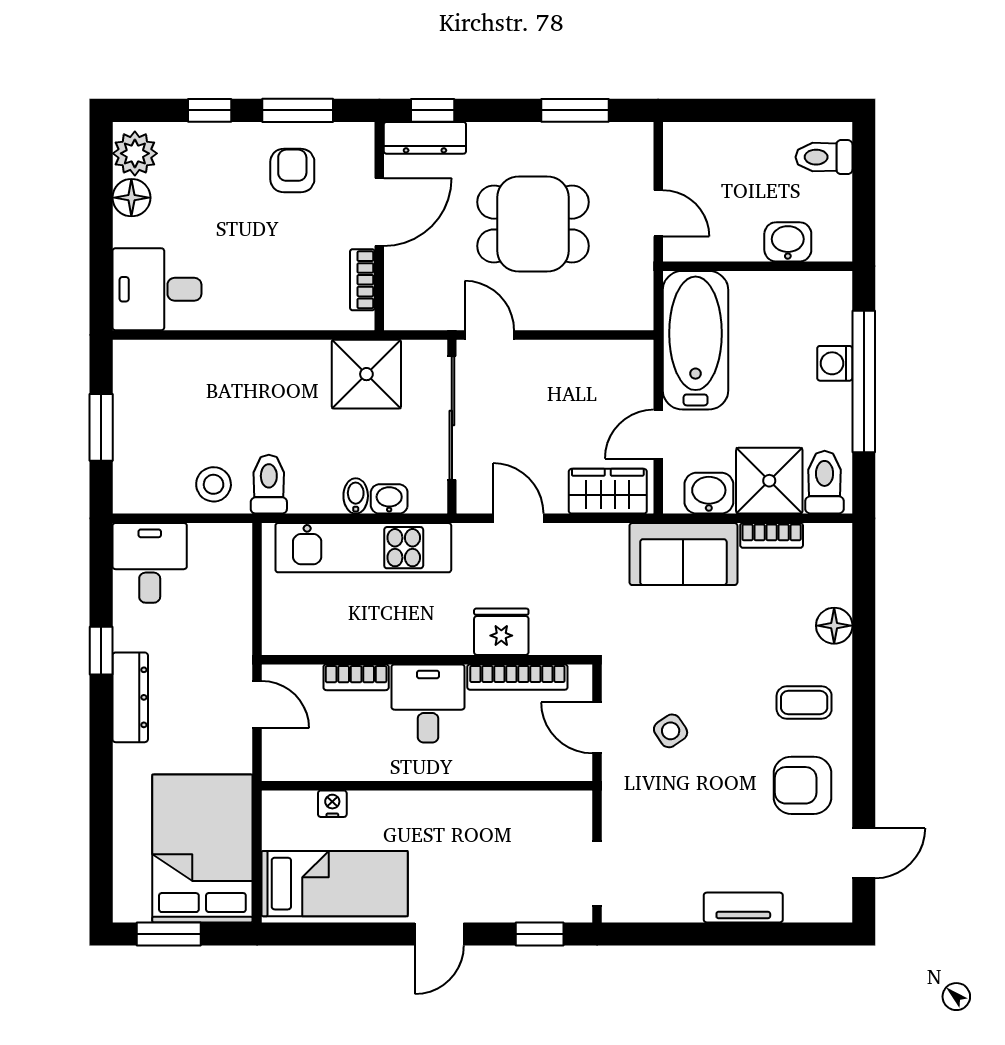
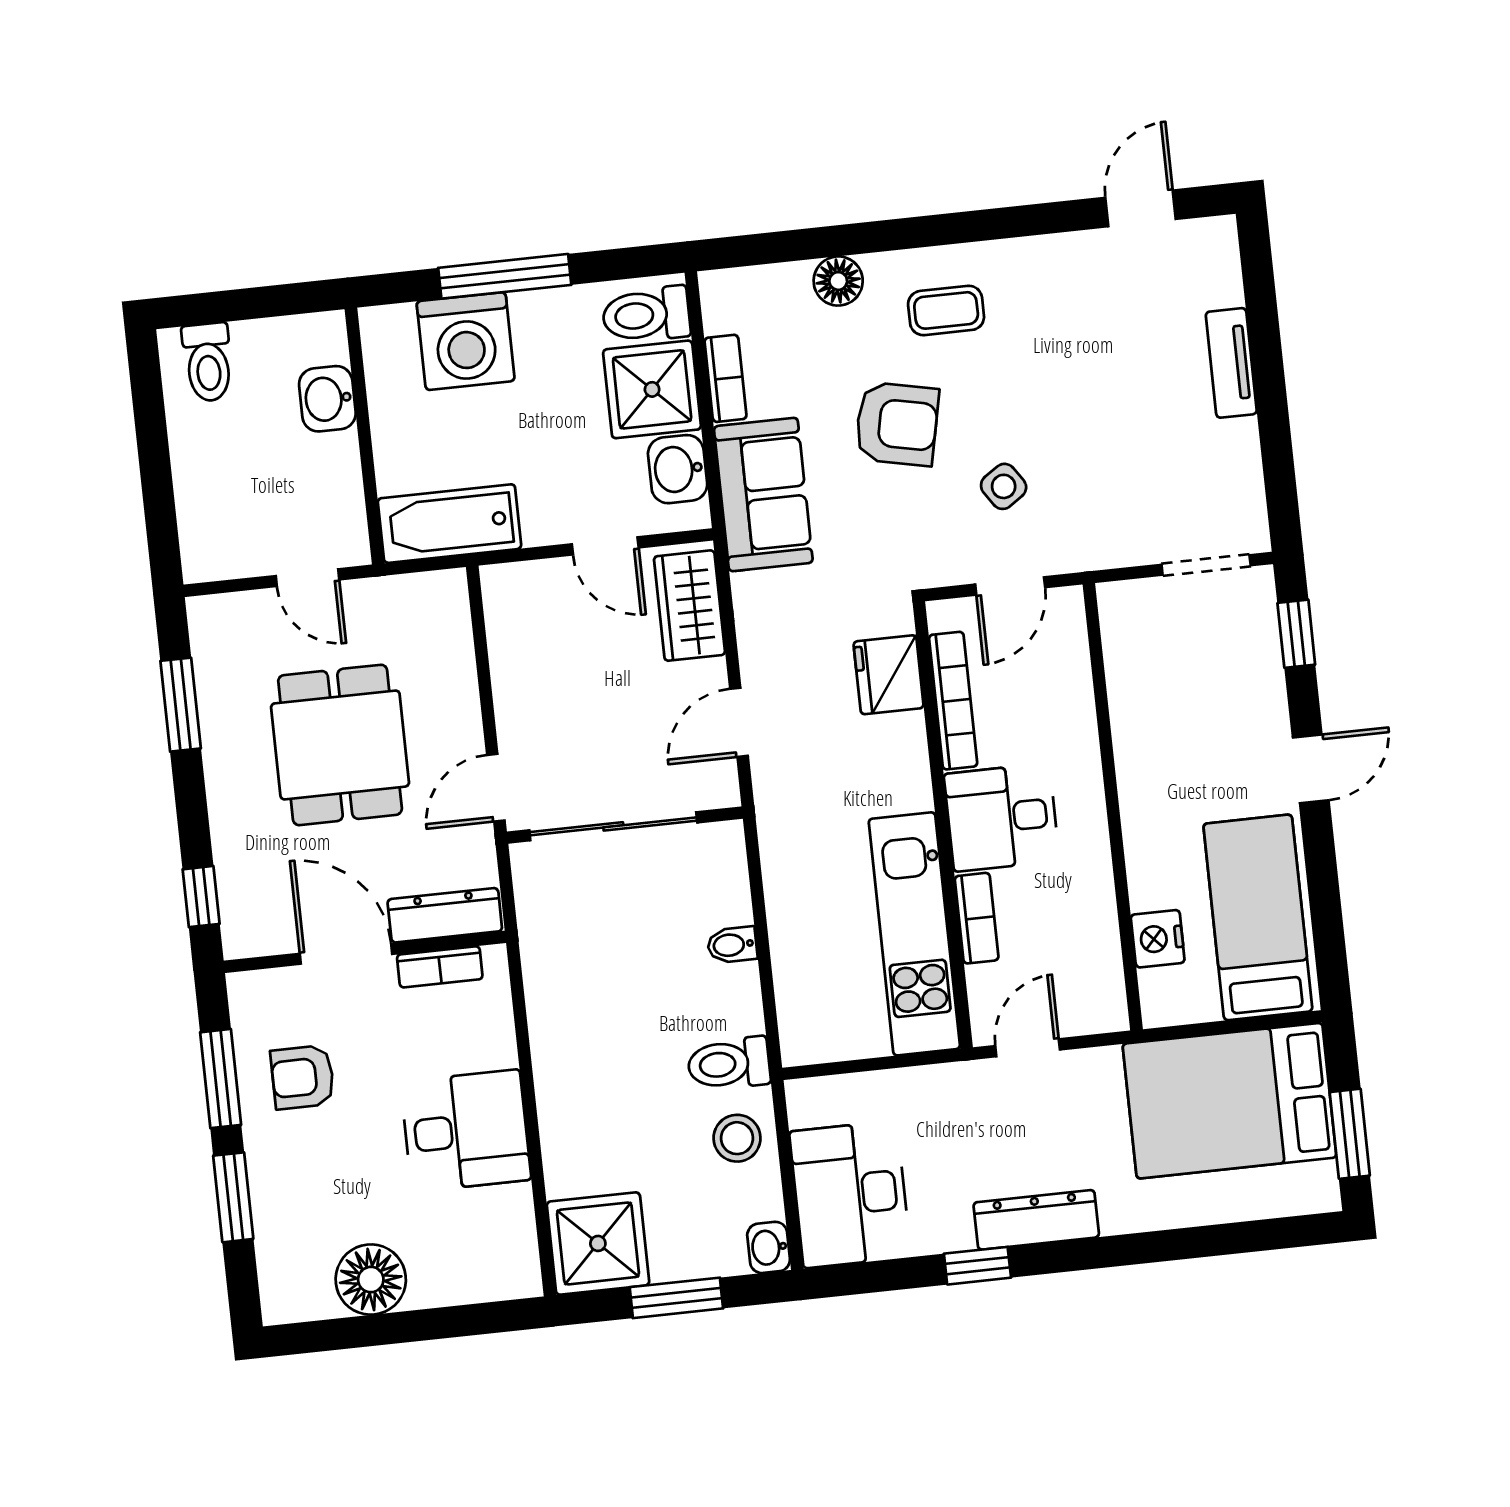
window: (210, 110) -> (233, 1197), width x1.50
dresser: (425, 138) -> (445, 915), moved, turned -90
plant: (135, 153) -> (302, 1292), removed
floor lamp: (131, 198) -> (371, 1280), width x1.38, depth x1.38
door: (658, 213) -> (308, 578), swing flipped
desk: (157, 289) -> (466, 1131), moved, turned -90
bathtub: (696, 340) -> (450, 524), width x0.73, depth x0.73
washing machine: (835, 363) -> (466, 341), width x1.89, depth x1.89
shower: (366, 374) -> (598, 1243), moved
window: (864, 382) -> (505, 276), width x0.68
washbasin: (389, 499) -> (769, 1247), moved
kitchen unit: (363, 548) -> (914, 934), moved, turned 180
desk: (150, 563) -> (850, 1194), width x1.37
fridge: (501, 632) -> (889, 675), moved
coffee table: (804, 702) -> (946, 310), turned 90
armchair: (803, 785) -> (897, 424), moved, turned -78
nightstand: (332, 804) -> (1158, 939), width x1.39, depth x1.35
door: (864, 853) -> (1141, 208), hinge flipped
door: (439, 934) -> (1311, 769), hinge flipped

